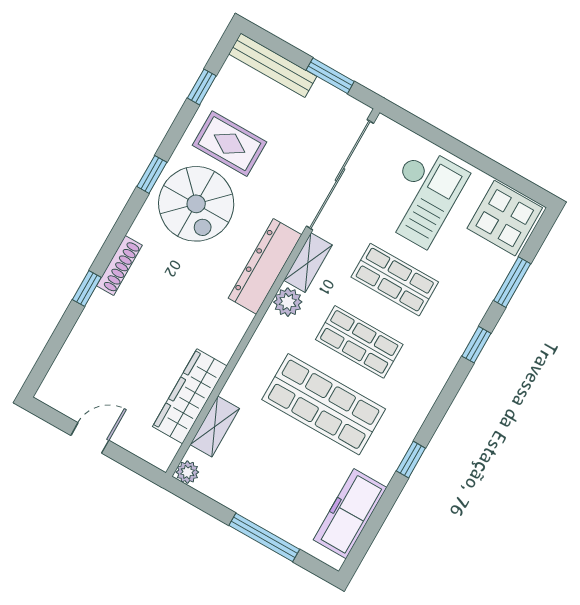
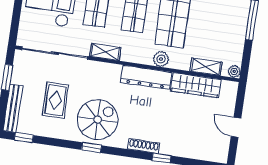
window: (202, 87) -> (24, 138), moved
rug: (230, 144) -> (55, 100), moved
dresser: (265, 266) -> (146, 77), moved
plant: (288, 302) -> (161, 59), moved

